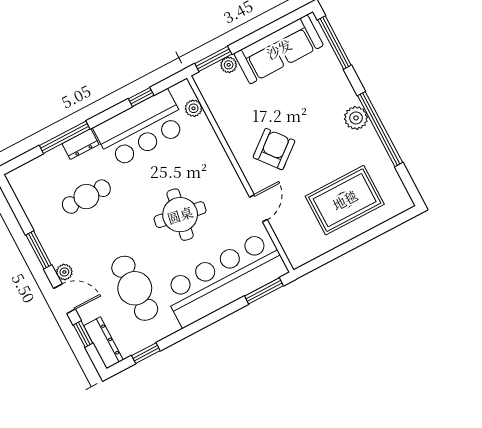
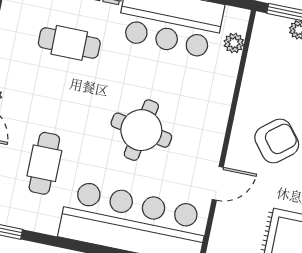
cafe table: (135, 288) -> (44, 163), width x0.73, depth x0.74

